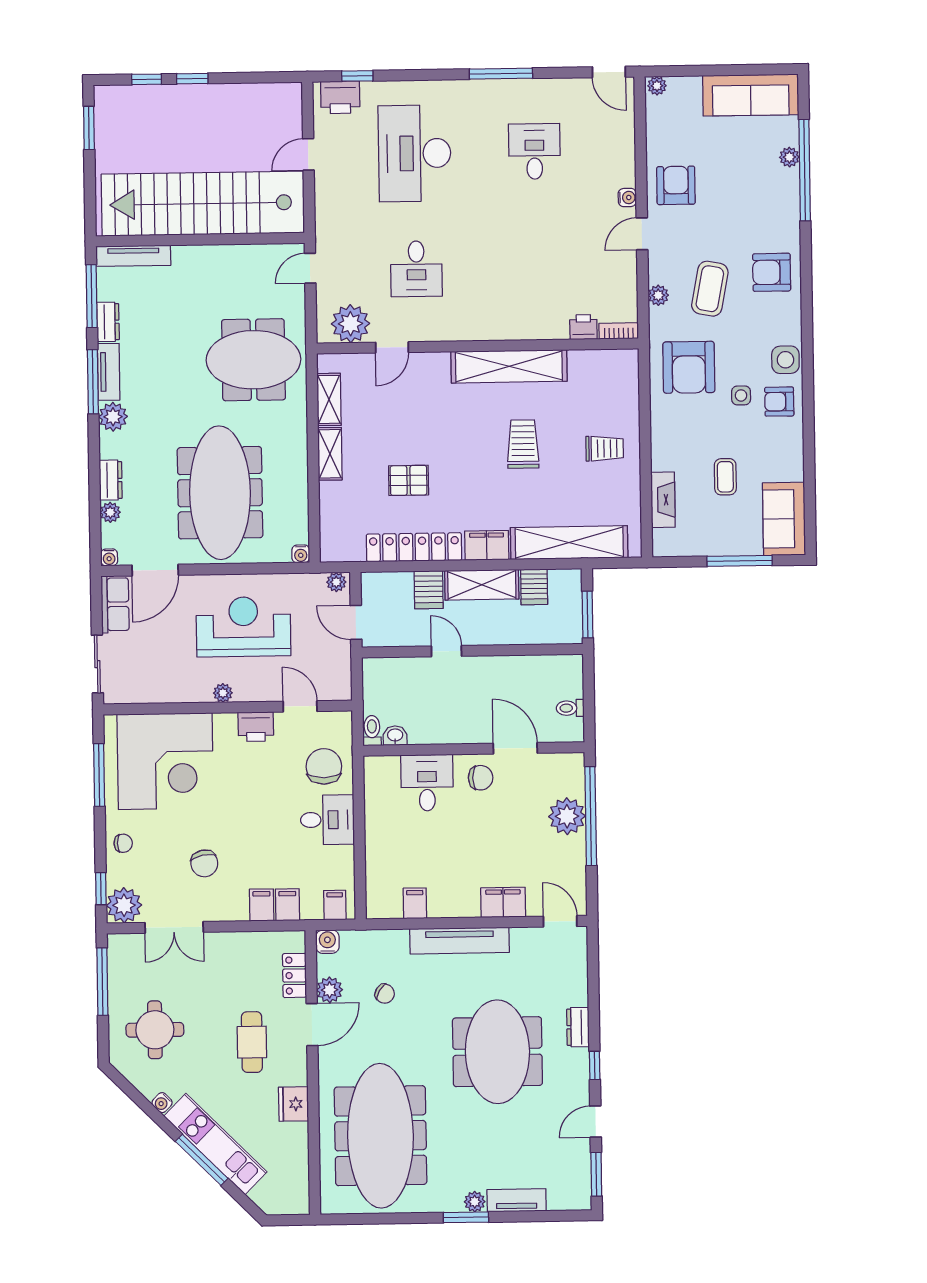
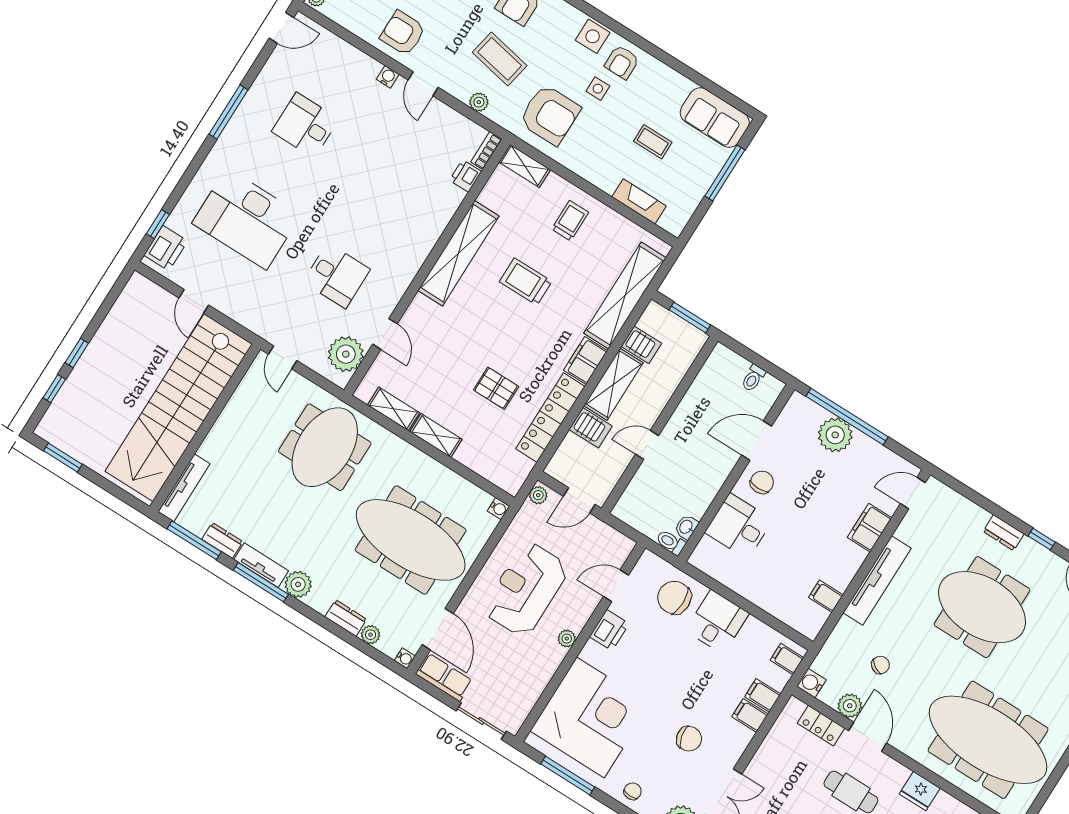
shelving: (627, 375) -> (525, 166), added
pallet: (409, 480) -> (496, 388), turned 90

